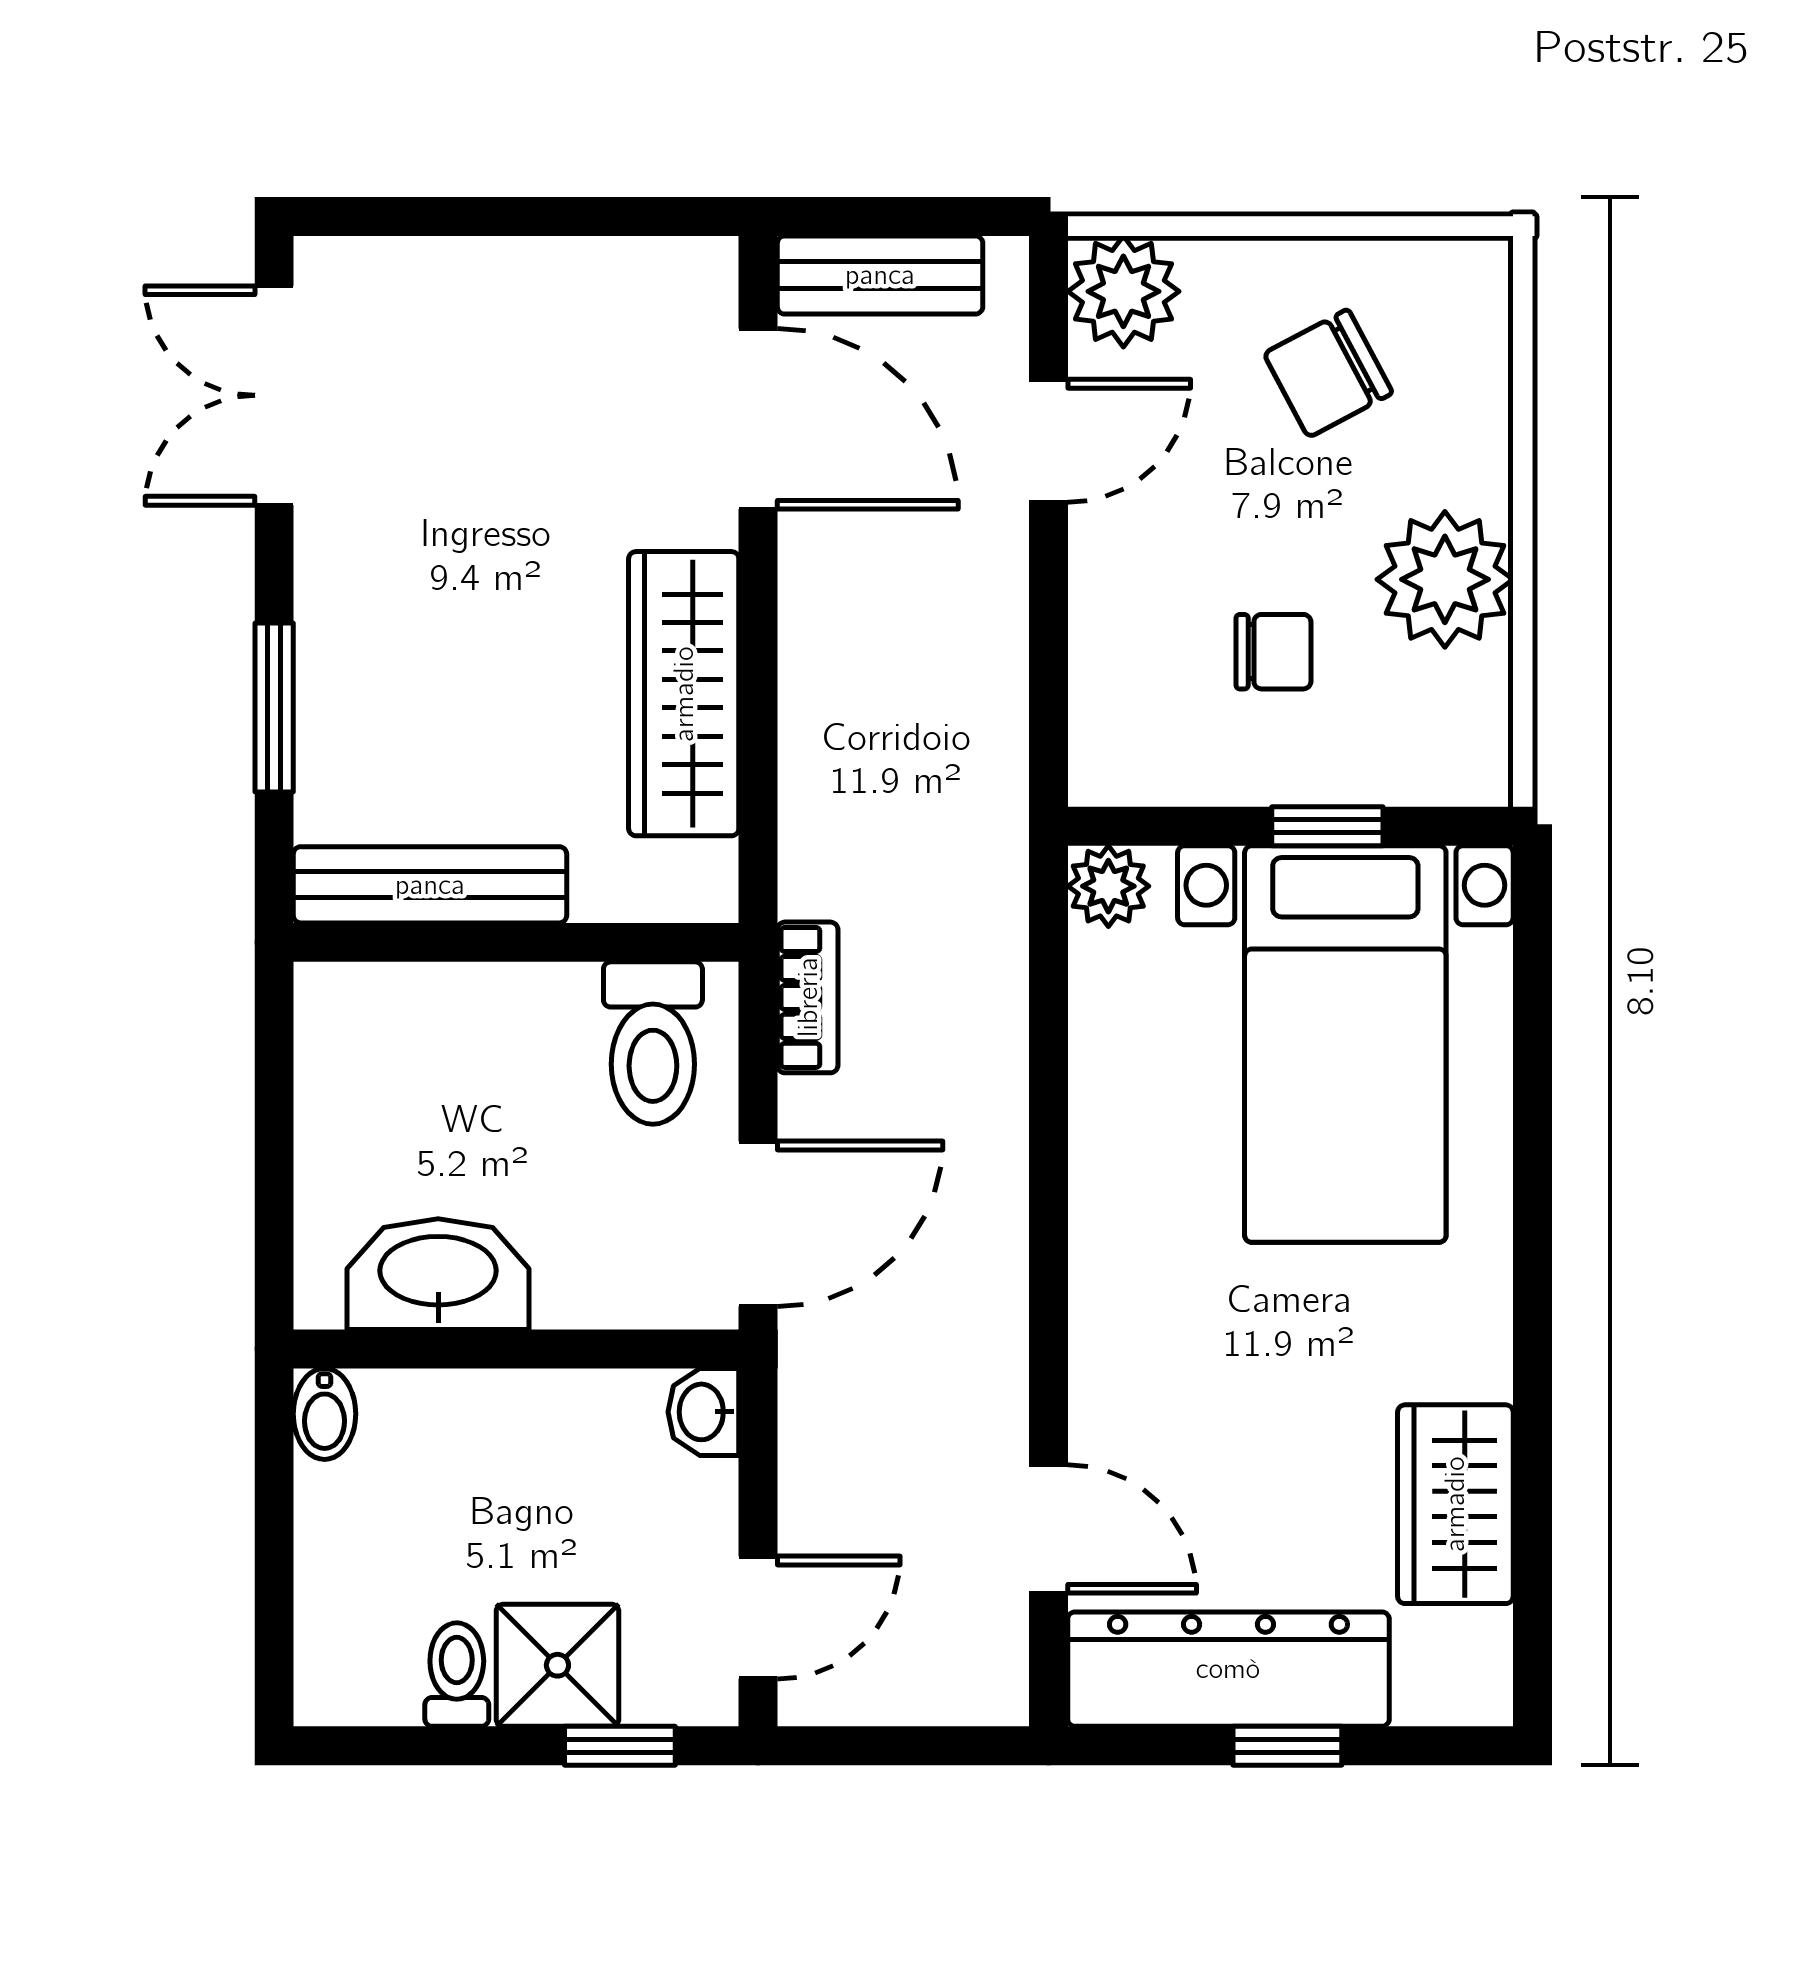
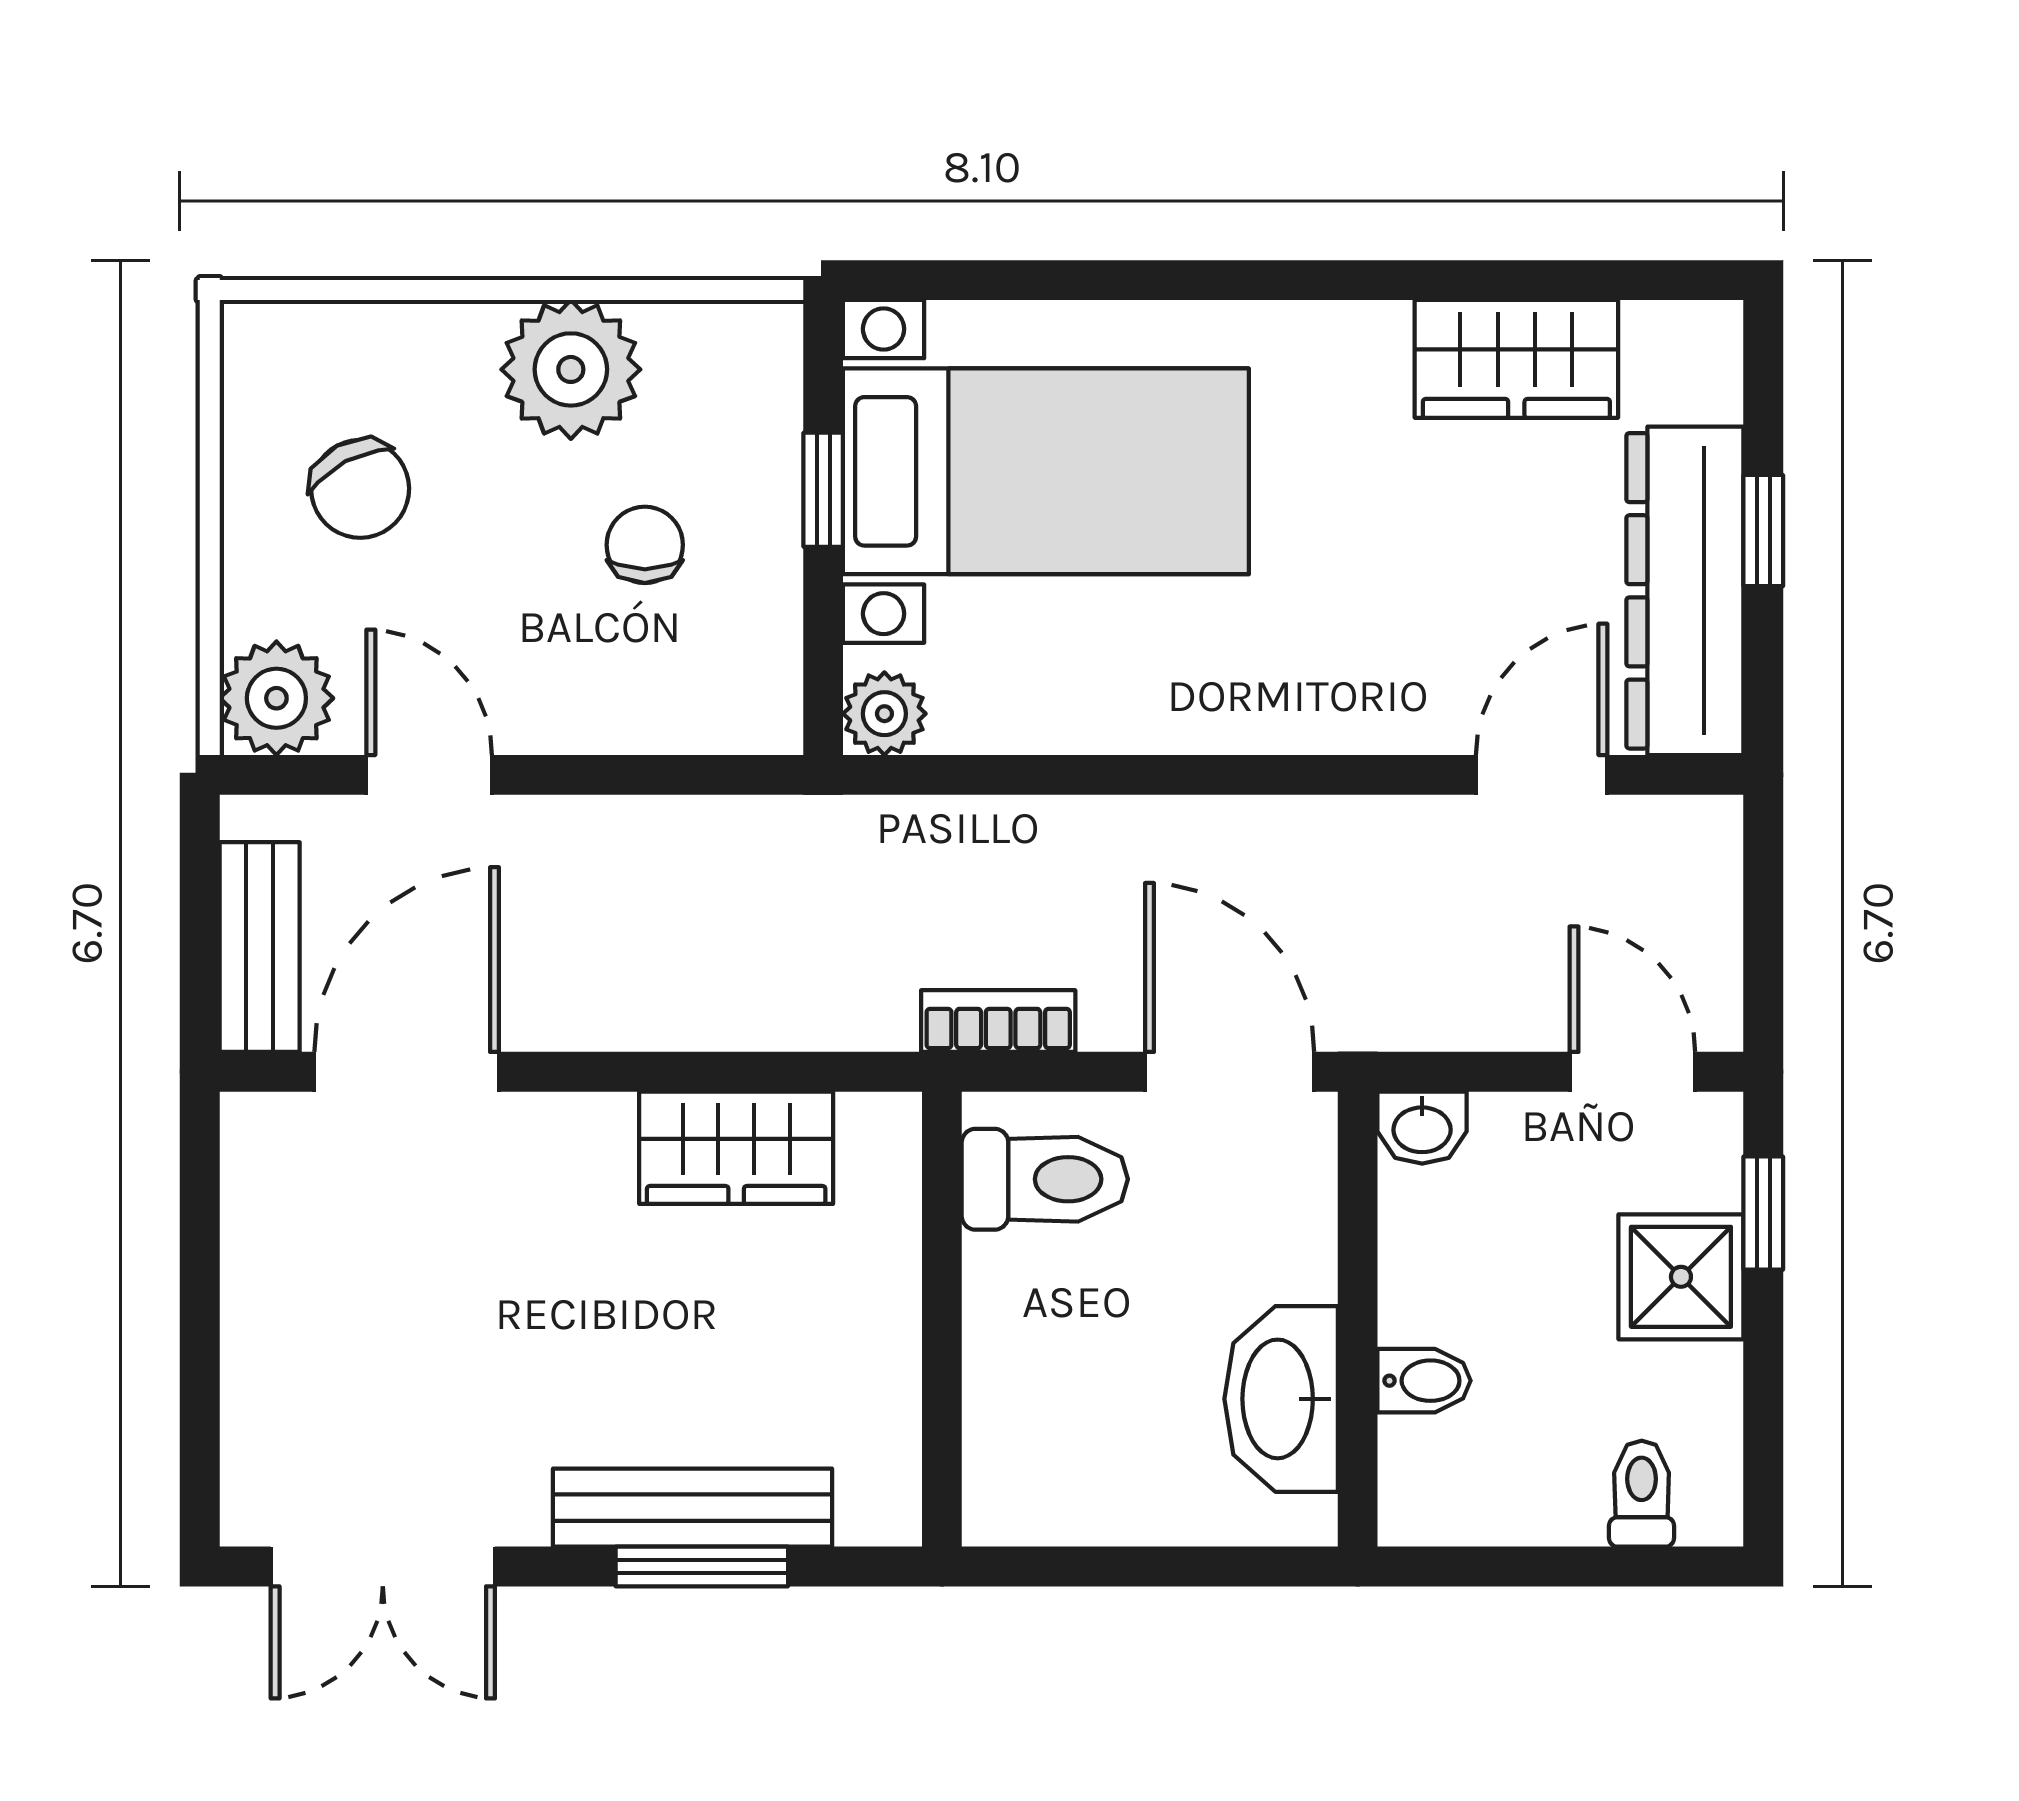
wardrobe: (684, 694) -> (736, 1148), width x0.67
bench: (430, 885) -> (692, 1508), moved, turned 90
bidet: (325, 1414) -> (1424, 1381), moved
toilet: (457, 1675) -> (1642, 1494), moved, turned 90

